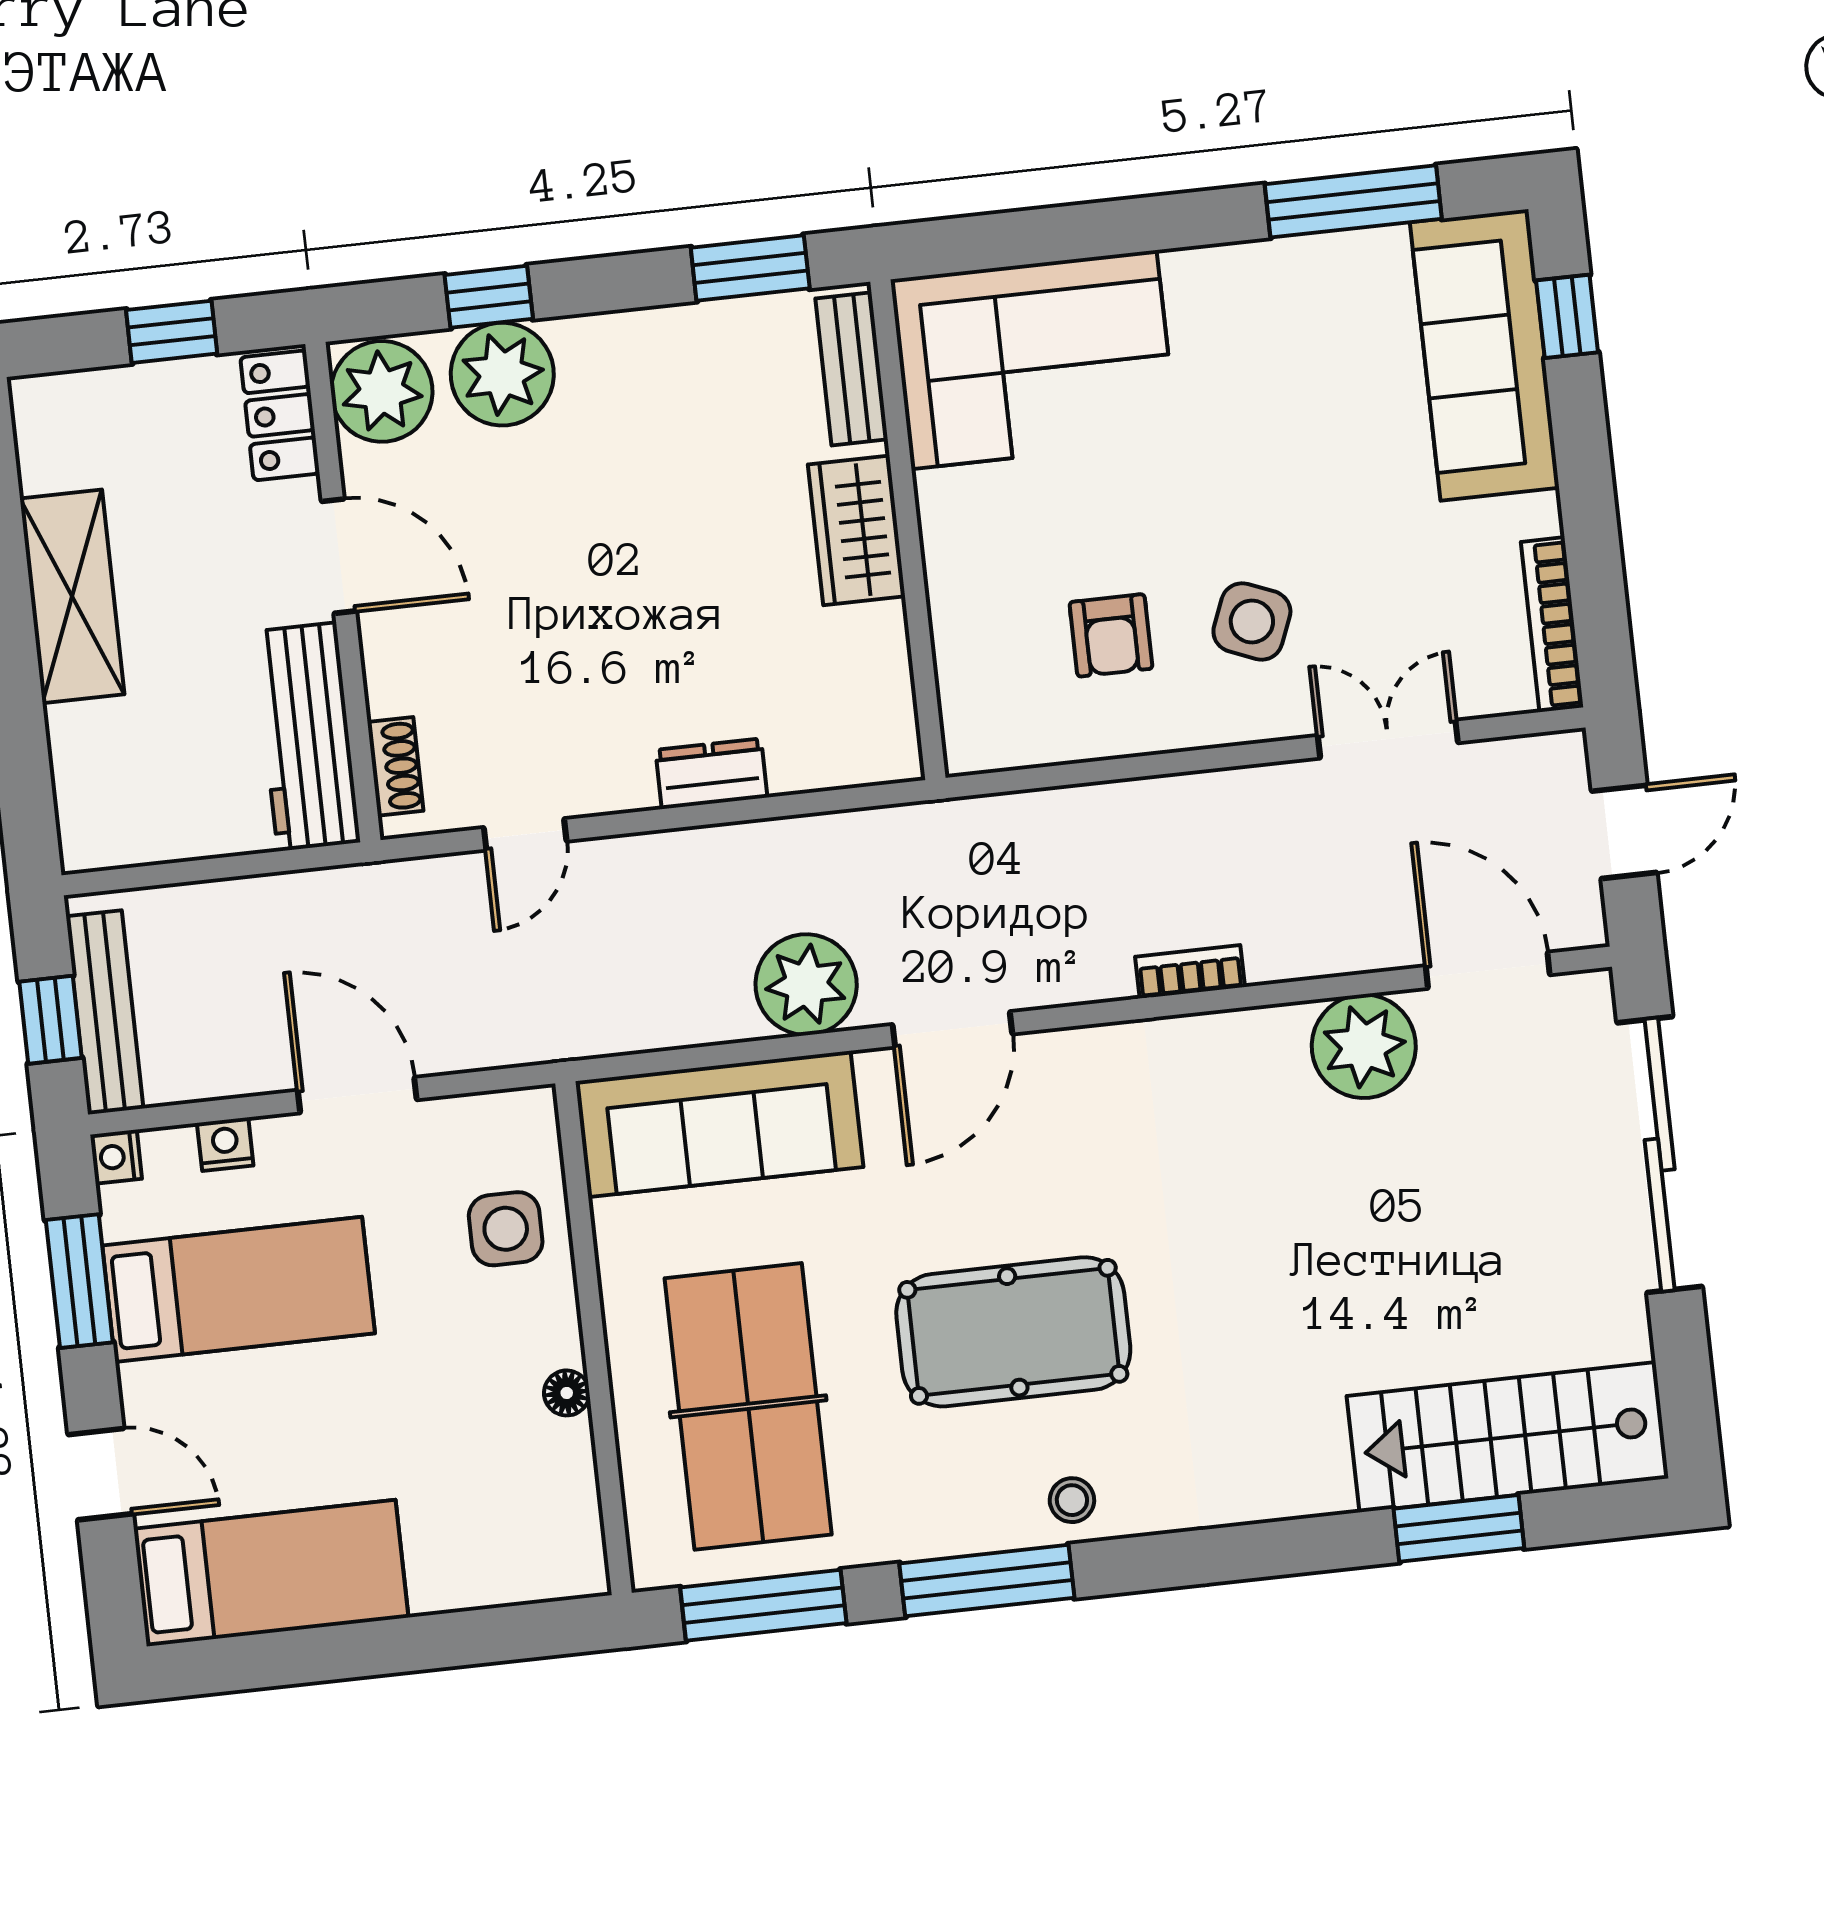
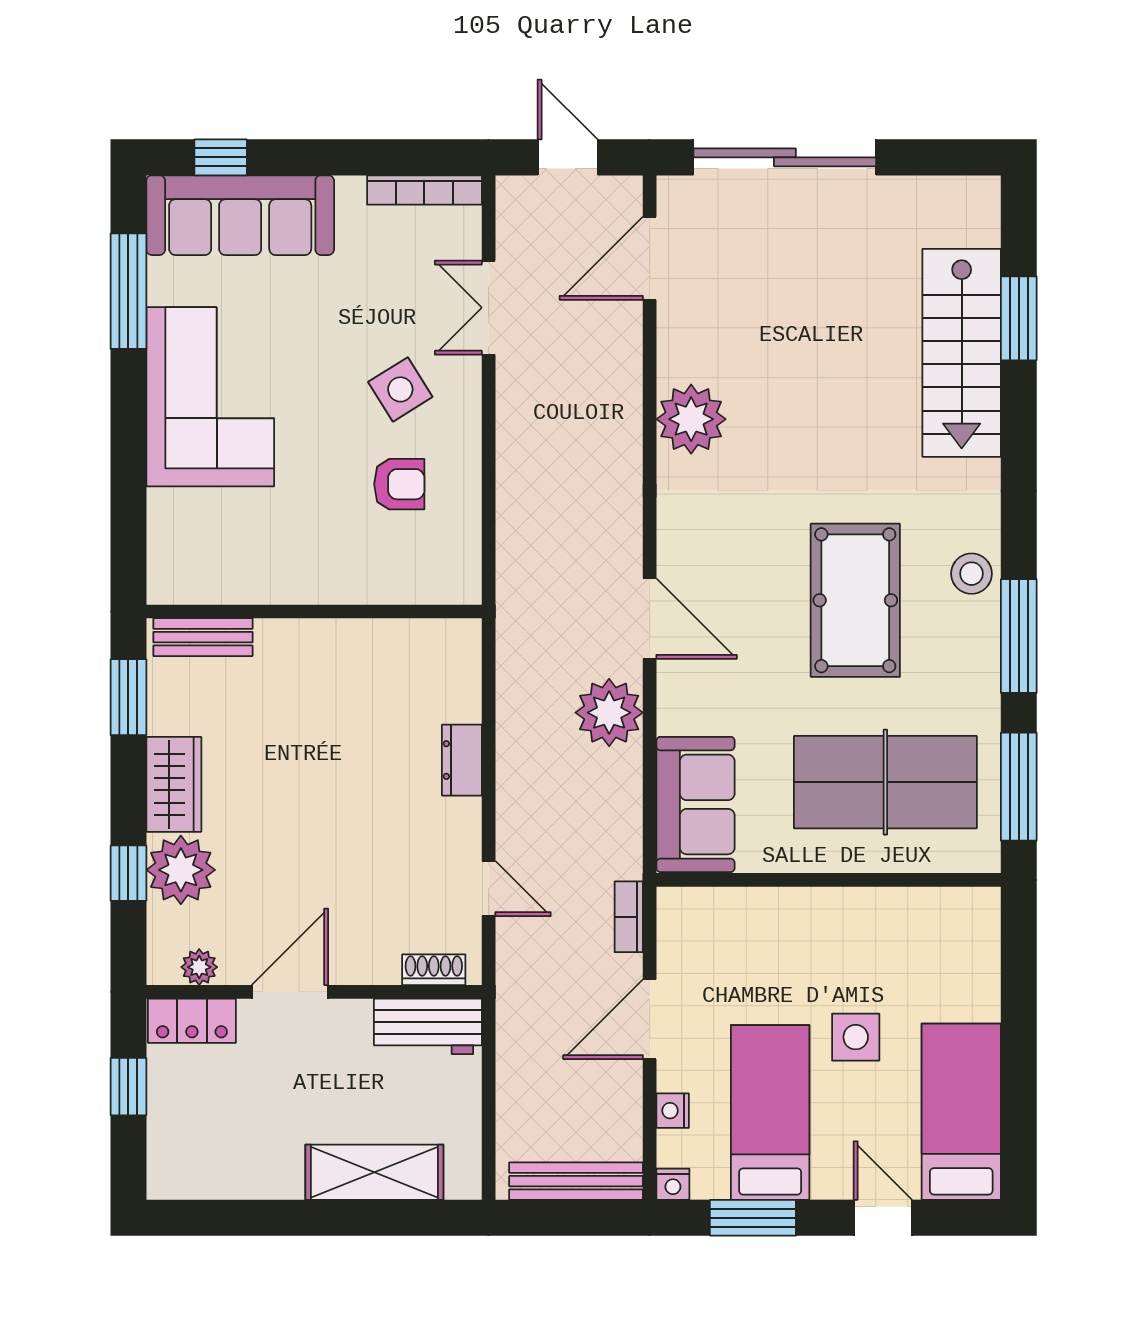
corner sofa: (1034, 360) -> (210, 397), moved
plant: (382, 391) -> (199, 967), width x0.53, depth x0.53
wardrobe: (856, 530) -> (174, 784), moved, turned -90
shelving: (72, 596) -> (374, 1172), moved
side table: (1252, 621) -> (400, 389), turned 36
workbench: (307, 737) -> (428, 1026), width x0.73
bookcase: (1190, 972) -> (629, 917), moved
window: (50, 1020) -> (577, 1218), removed
plant: (1364, 1046) -> (691, 419), moved
sofa: (720, 1124) -> (695, 804), width x0.73
side table: (506, 1229) -> (856, 1037), moved
floor lamp: (567, 1393) -> (863, 902), removed
stairs: (1508, 1437) -> (962, 353), moved
door: (101, 1474) -> (883, 1218), hinge flipped
stool: (1072, 1500) -> (971, 574), width x1.37, depth x1.37

